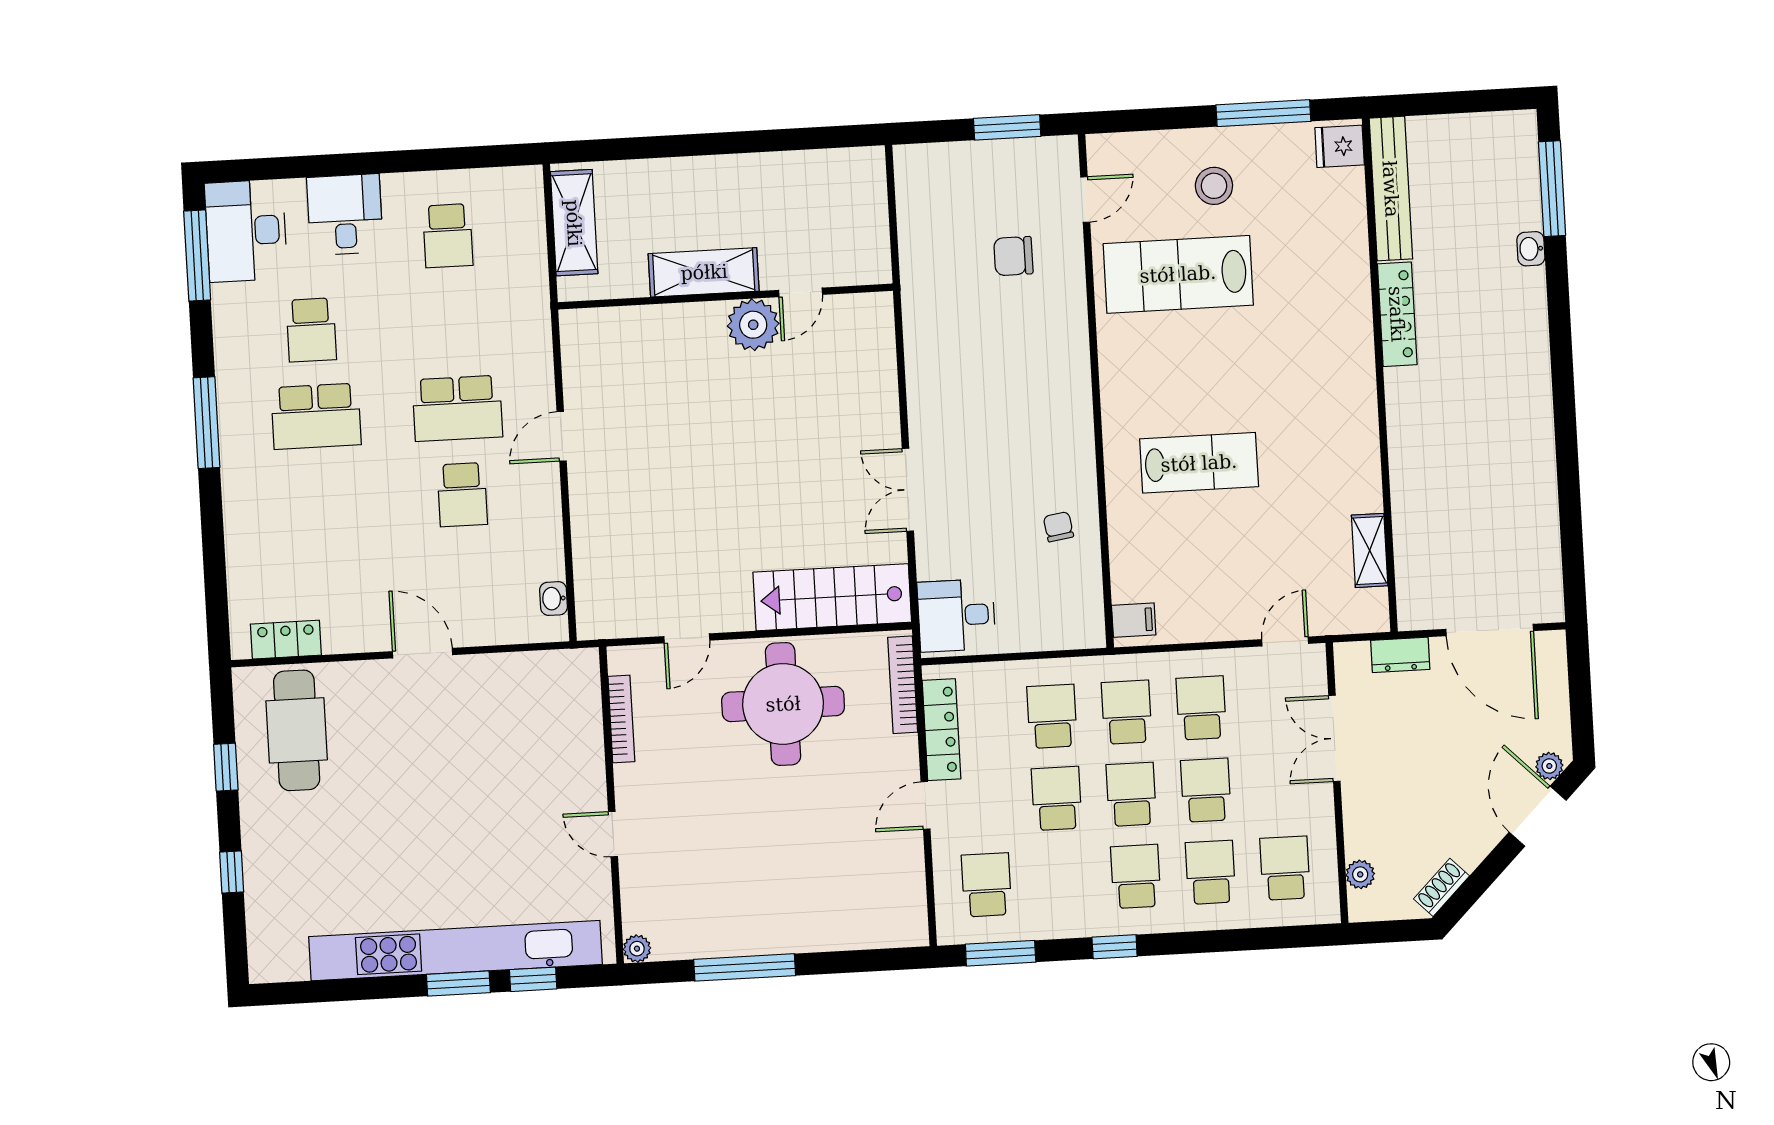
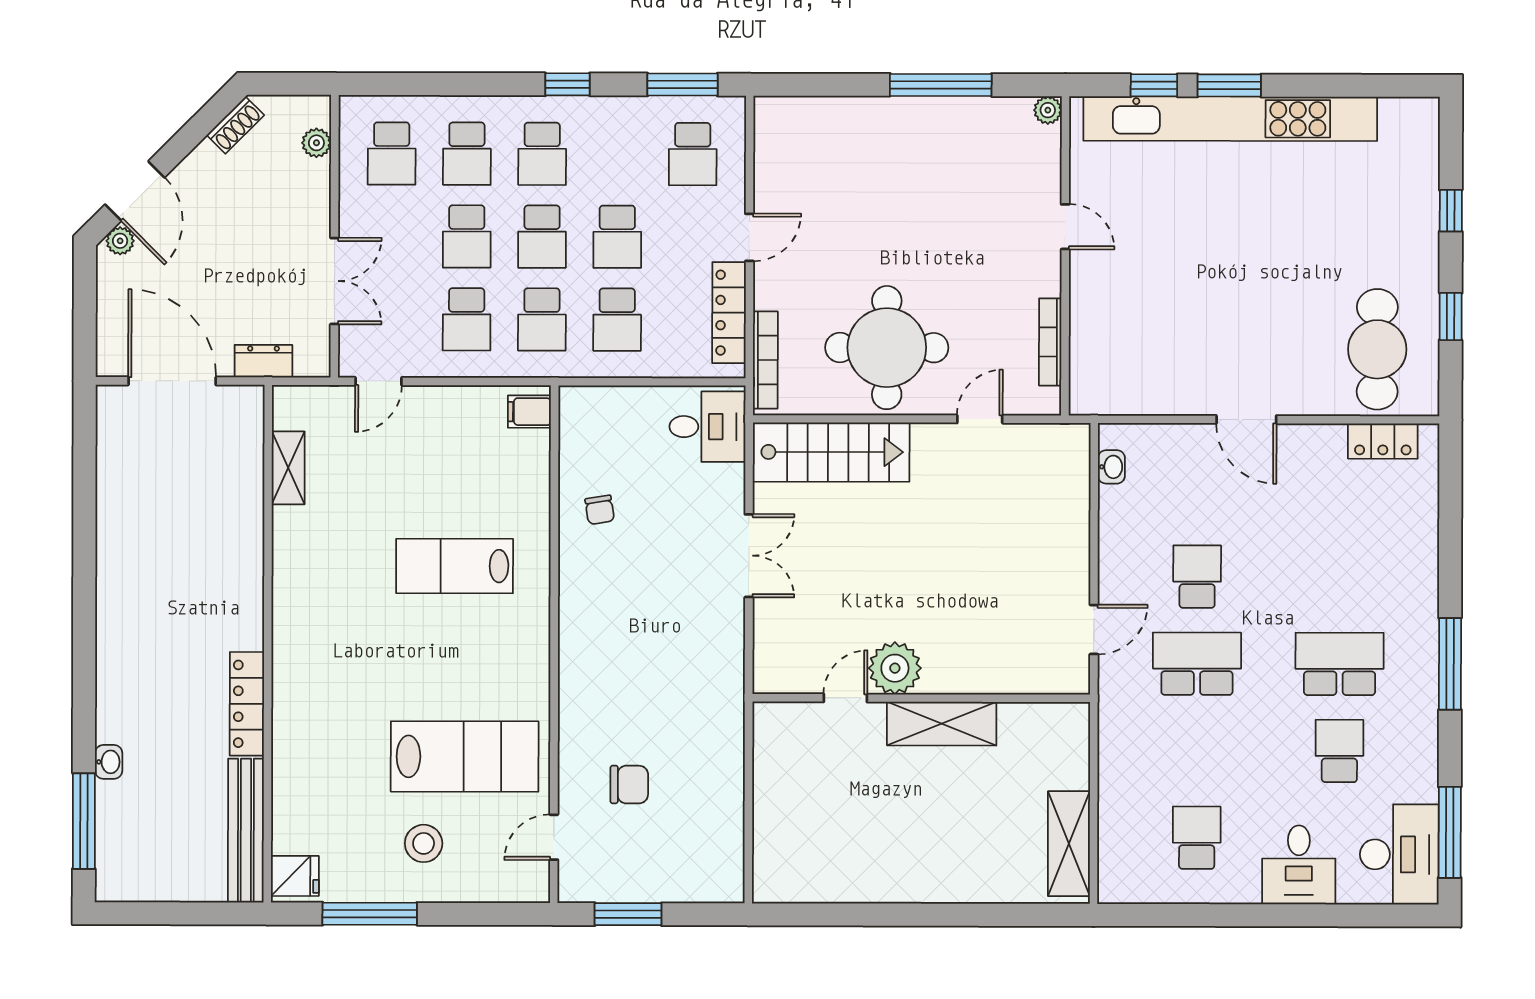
shelving: (704, 272) -> (942, 724), moved
door: (801, 292) -> (845, 698), moved
wall: (725, 297) -> (921, 698), moved
plant: (753, 325) -> (895, 668), moved

